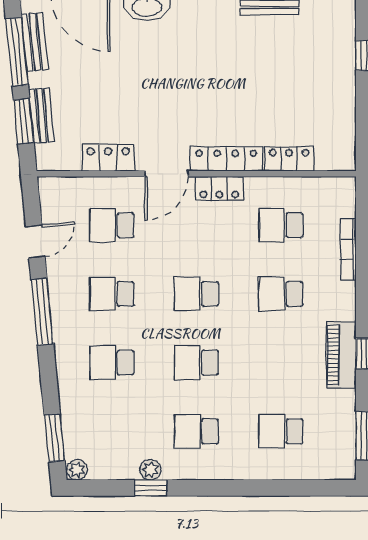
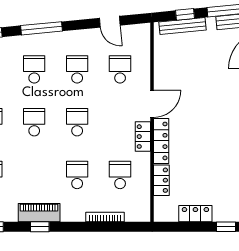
bench: (41, 115) -> (182, 26), width x1.36
window: (24, 121) -> (185, 14), width x0.67
locker: (108, 158) -> (195, 214), moved, turned -90
door: (167, 174) -> (152, 104), swing flipped
window: (42, 312) -> (42, 28), moved

